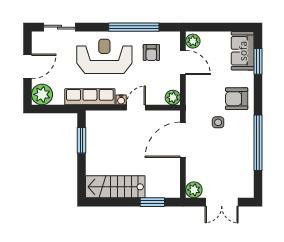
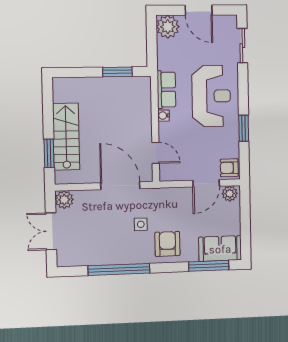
window: (134, 27) -> (244, 128), width x0.47
armchair: (151, 53) -> (229, 168), moved
window: (258, 61) -> (209, 266), width x1.44
row of seats: (90, 97) -> (166, 90), width x0.68
plant: (173, 97) -> (167, 173), removed
door: (136, 108) -> (156, 153), moved
stairs: (115, 187) -> (66, 137), moved

